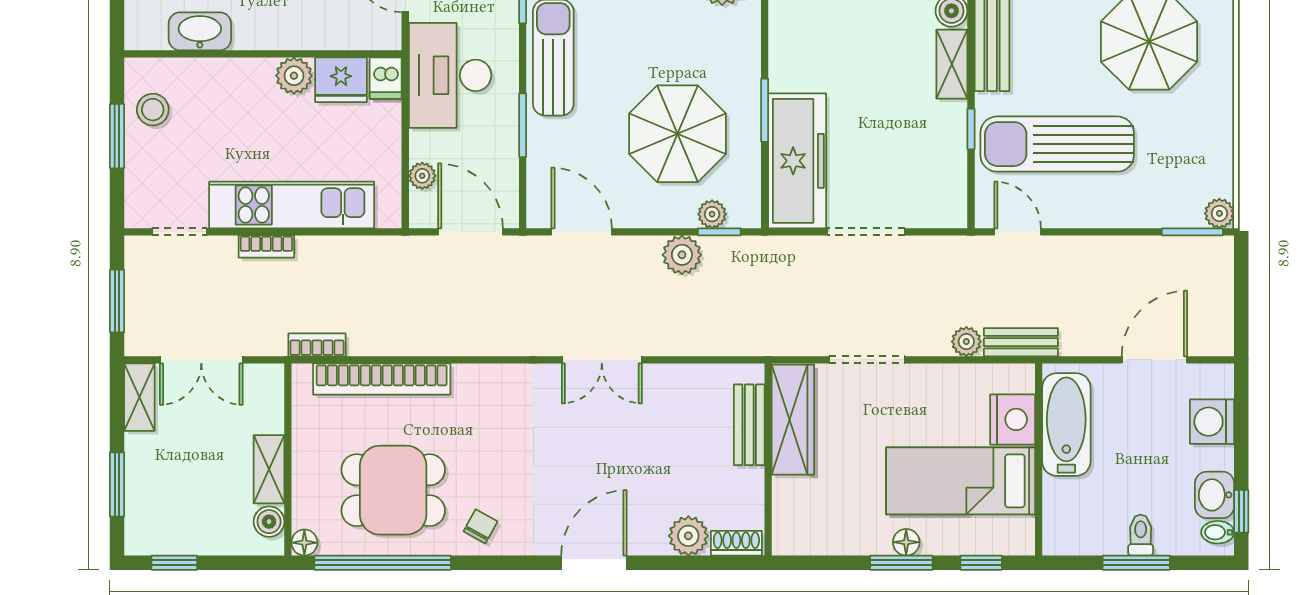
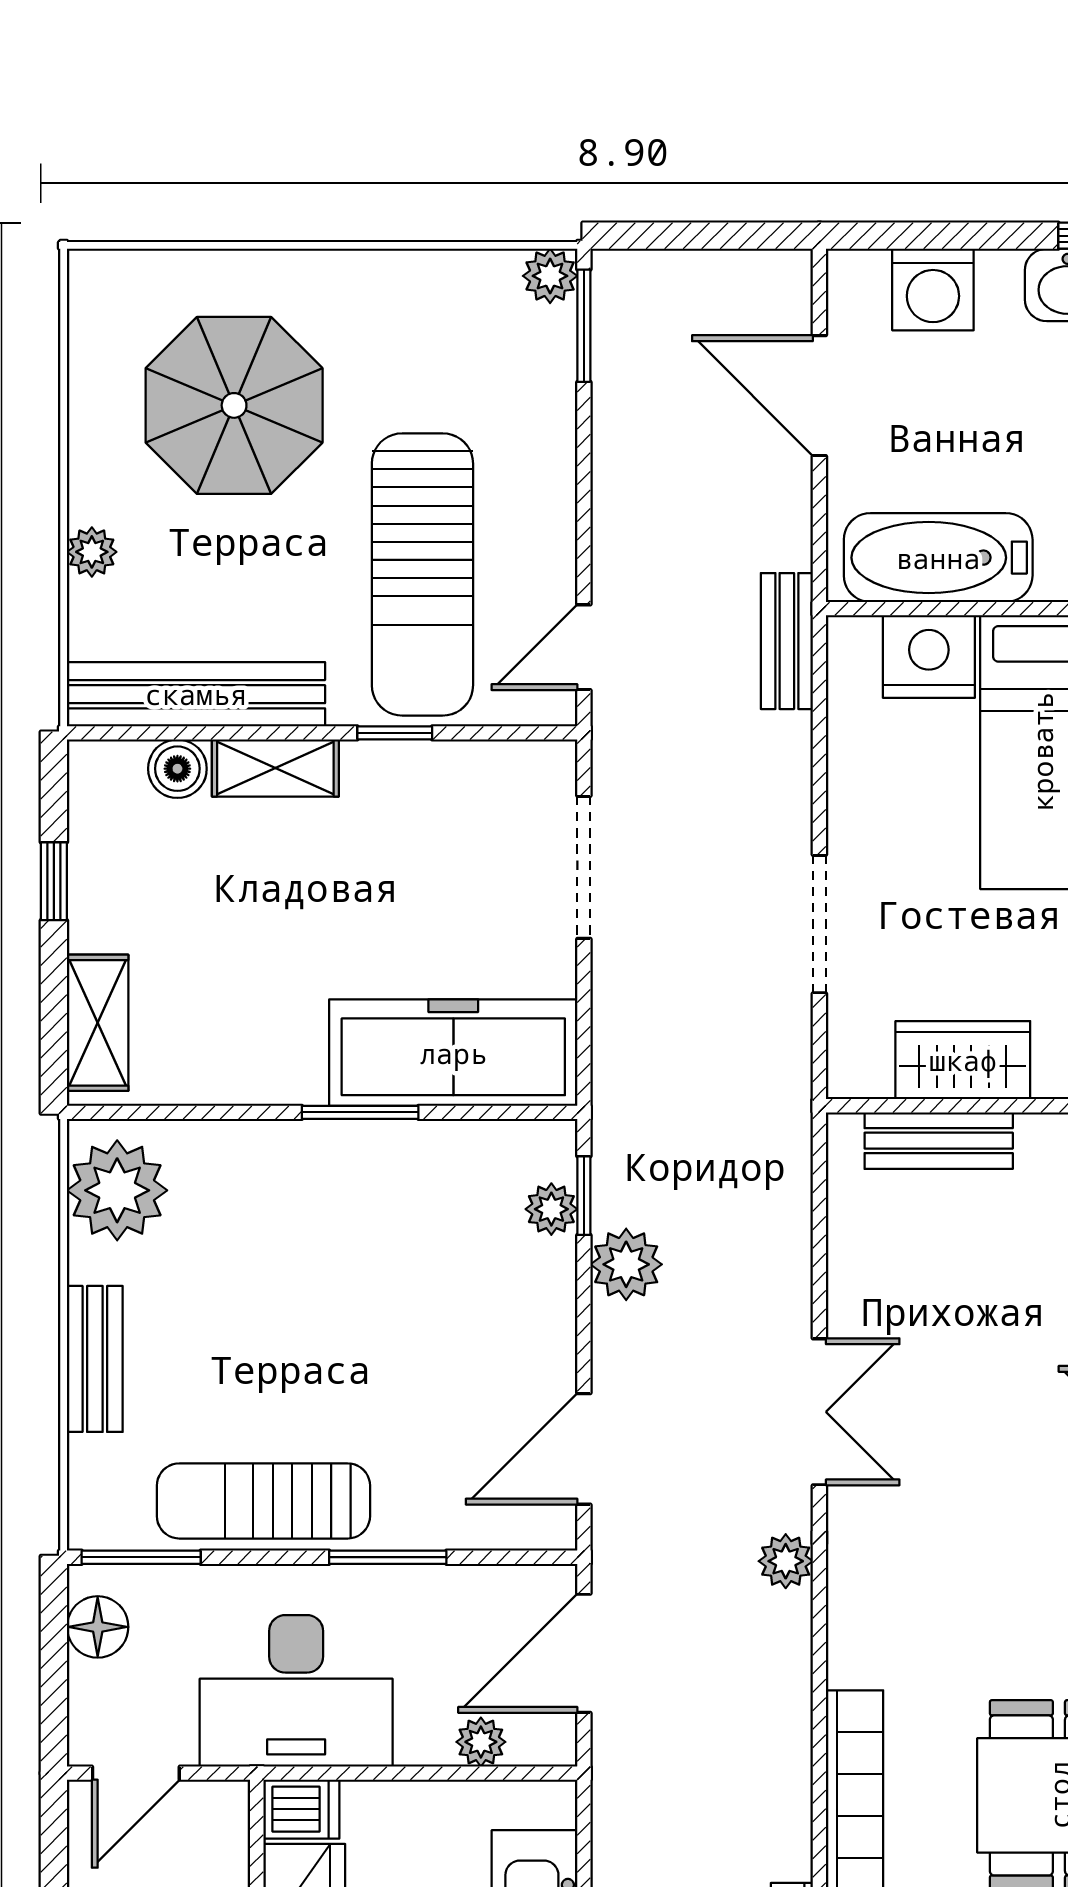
parasol: (678, 134) -> (403, 1272), removed
doorway: (866, 232) -> (584, 867), moved
plant: (966, 342) -> (786, 1561), moved
wardrobe: (793, 420) -> (963, 1060), width x0.67

